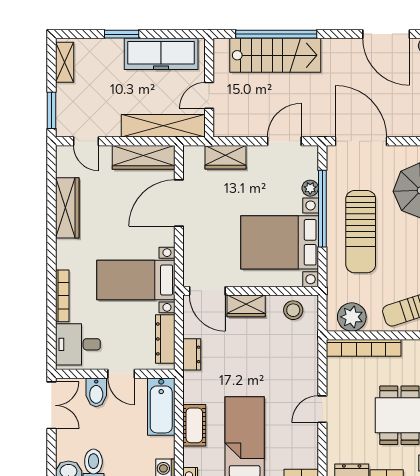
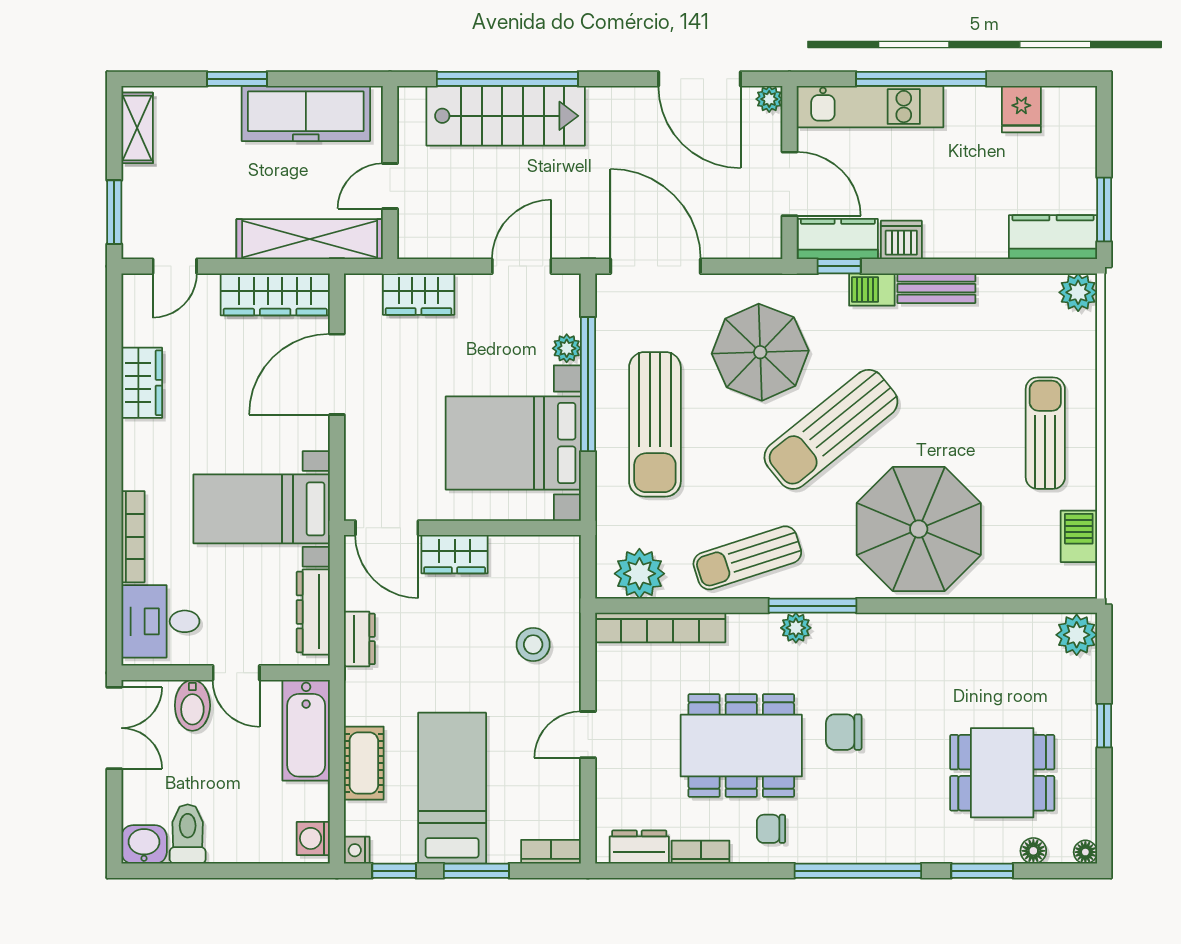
door: (86, 141) -> (175, 266), hinge flipped
wardrobe: (67, 208) -> (142, 383), width x0.67
stool: (293, 310) -> (533, 644), moved

